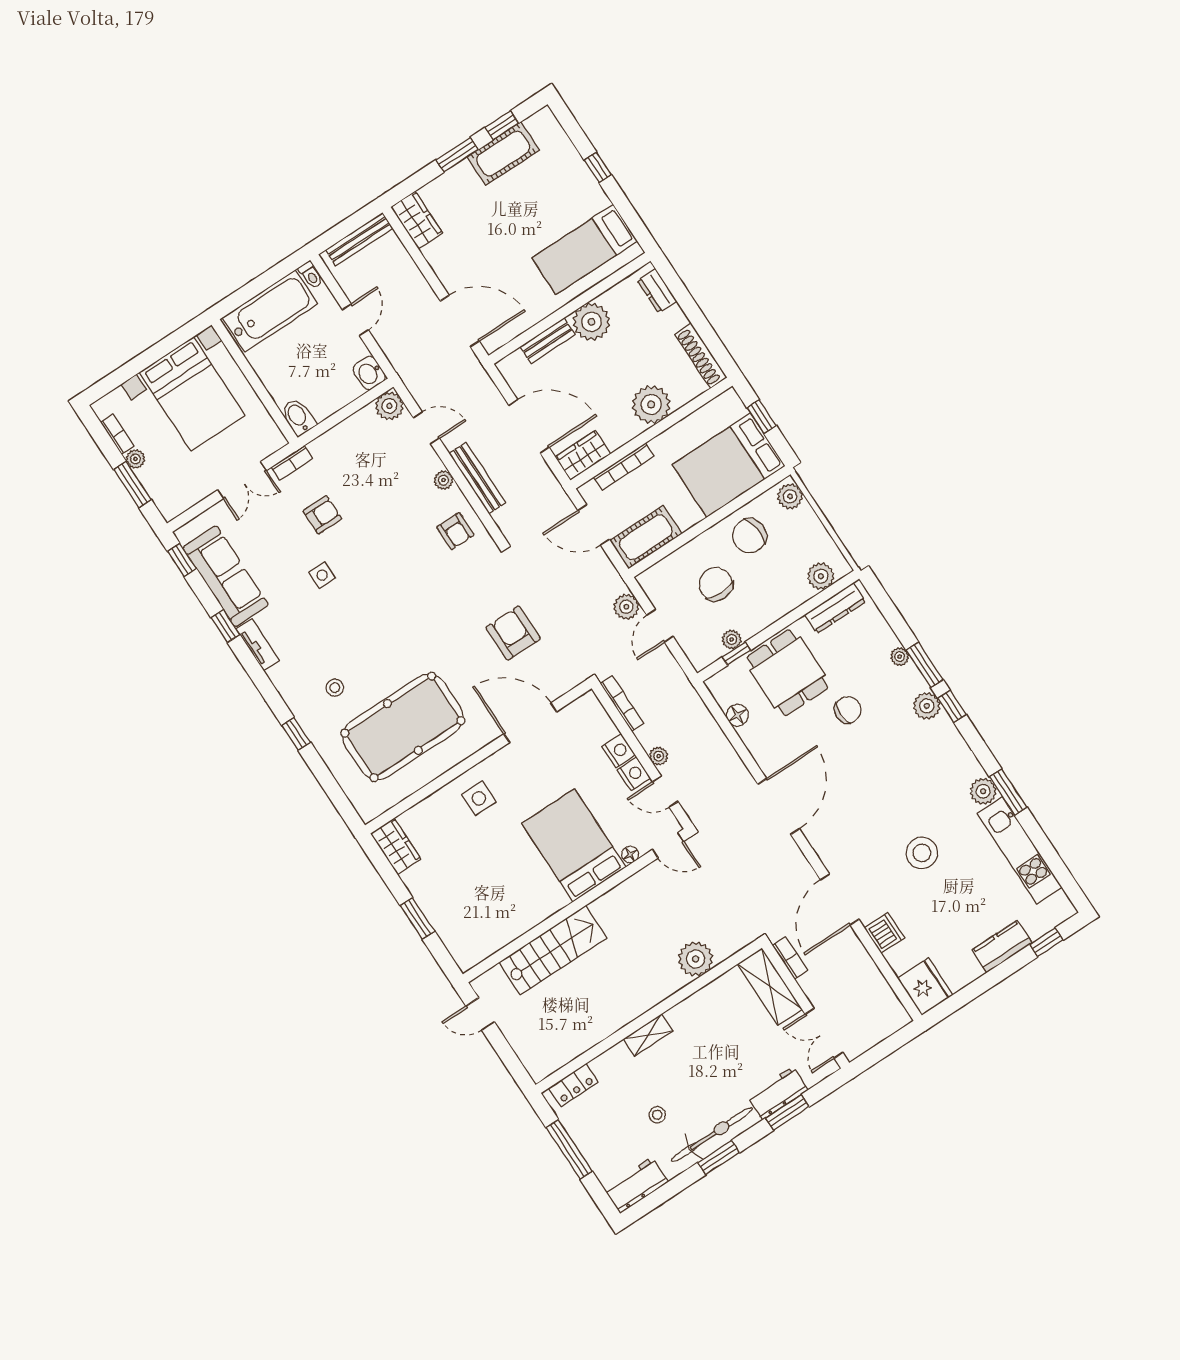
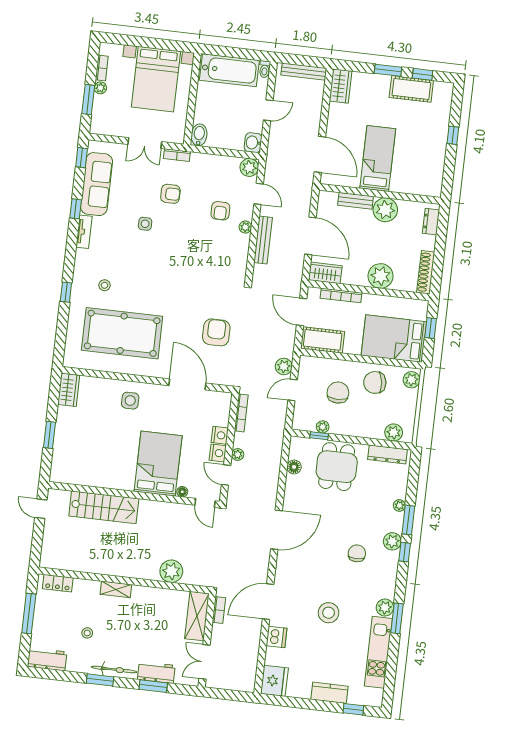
bed: (585, 249) -> (378, 158), moved, turned 90
armchair: (455, 531) -> (220, 211), moved
chair: (848, 710) -> (357, 553), moved, turned -90
bicycle: (712, 1135) -> (114, 669), width x0.73, depth x0.71

